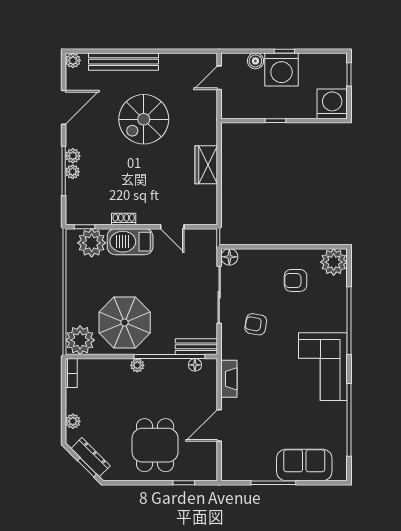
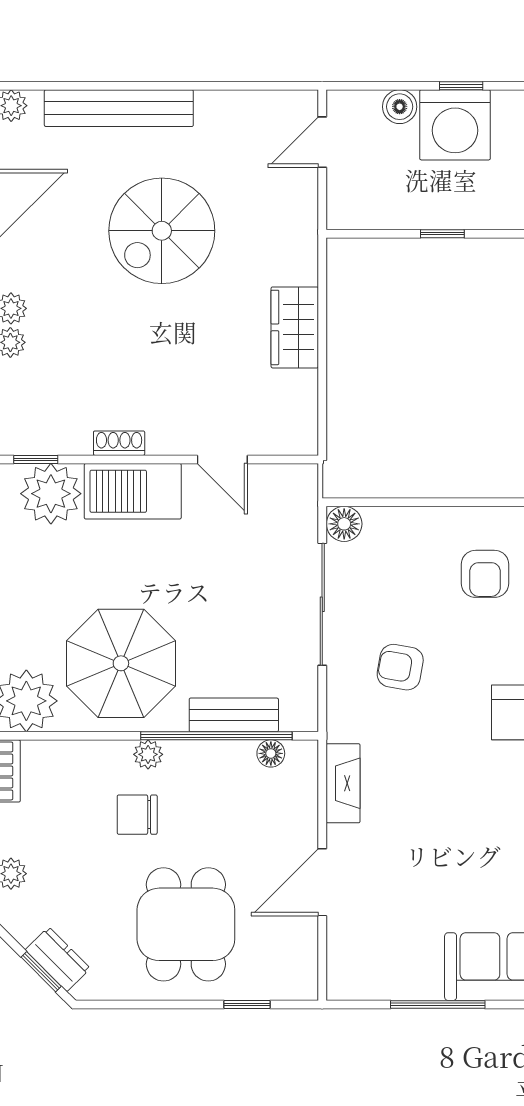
armchair: (296, 280) -> (485, 574), turned -90
bench: (196, 347) -> (234, 715), moved
chair: (132, 394) -> (137, 815), added
dresser: (91, 457) -> (58, 959), width x0.70

